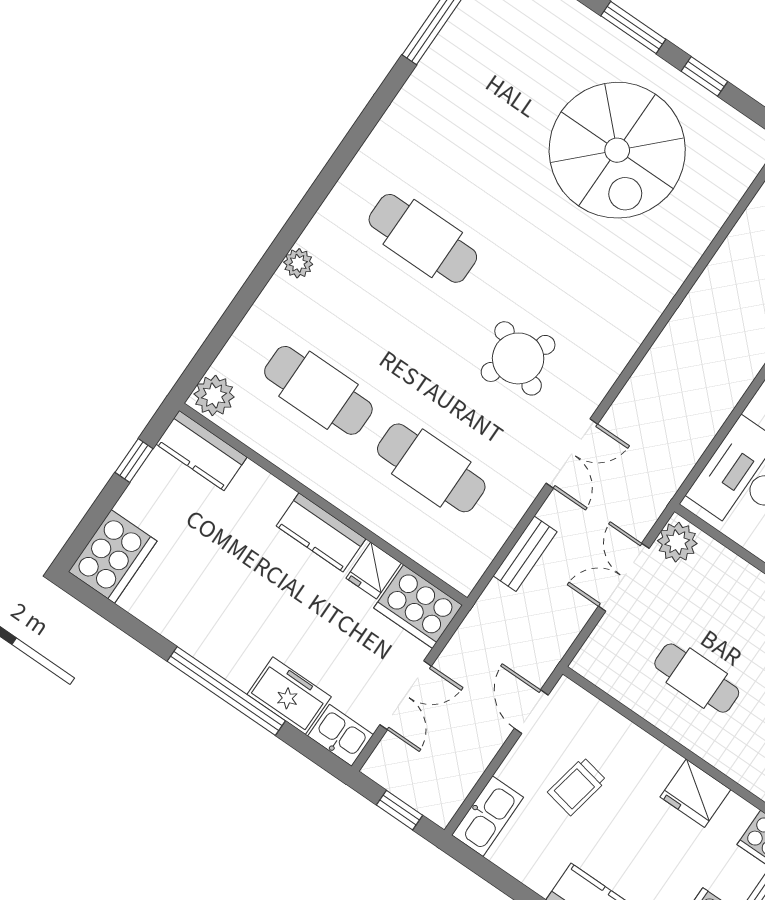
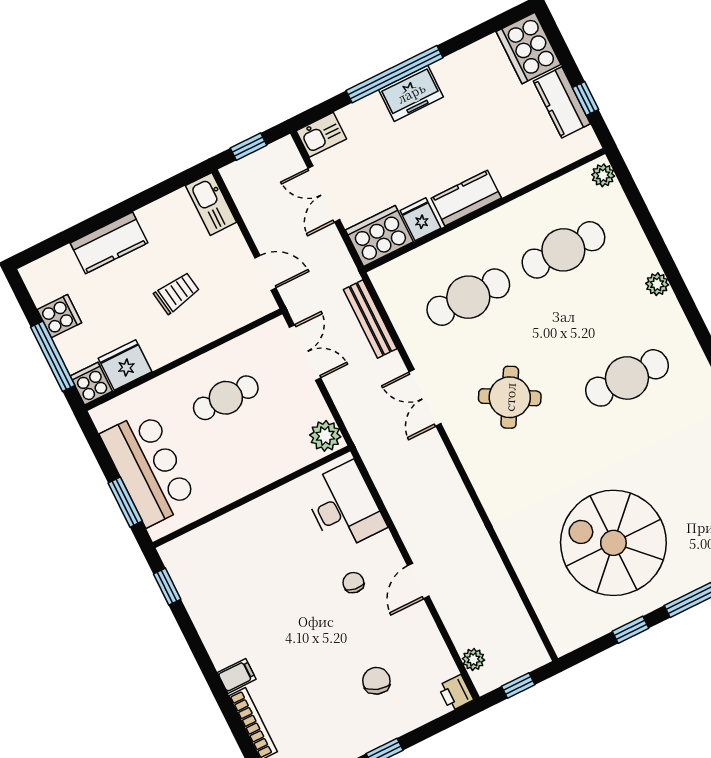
plant: (214, 396) -> (603, 175), width x0.73, depth x0.73
kitchen counter: (201, 451) -> (562, 102), moved, turned -90
bench: (525, 554) -> (370, 319), width x1.36
double door: (624, 577) -> (305, 353), moved
freezer: (289, 696) -> (411, 93), moved
trolley: (577, 786) -> (177, 293), moved, turned 70
fridge: (695, 793) -> (125, 365), moved

